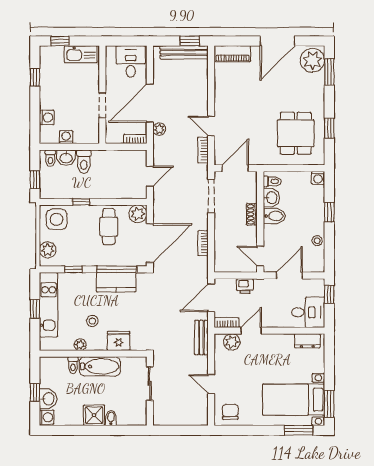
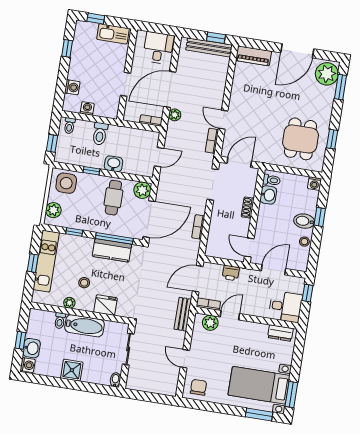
washbasin: (66, 158) -> (114, 164), moved, turned 180
bidet: (274, 216) -> (304, 221), moved, turned 180
bidet: (111, 418) -> (115, 380), moved

